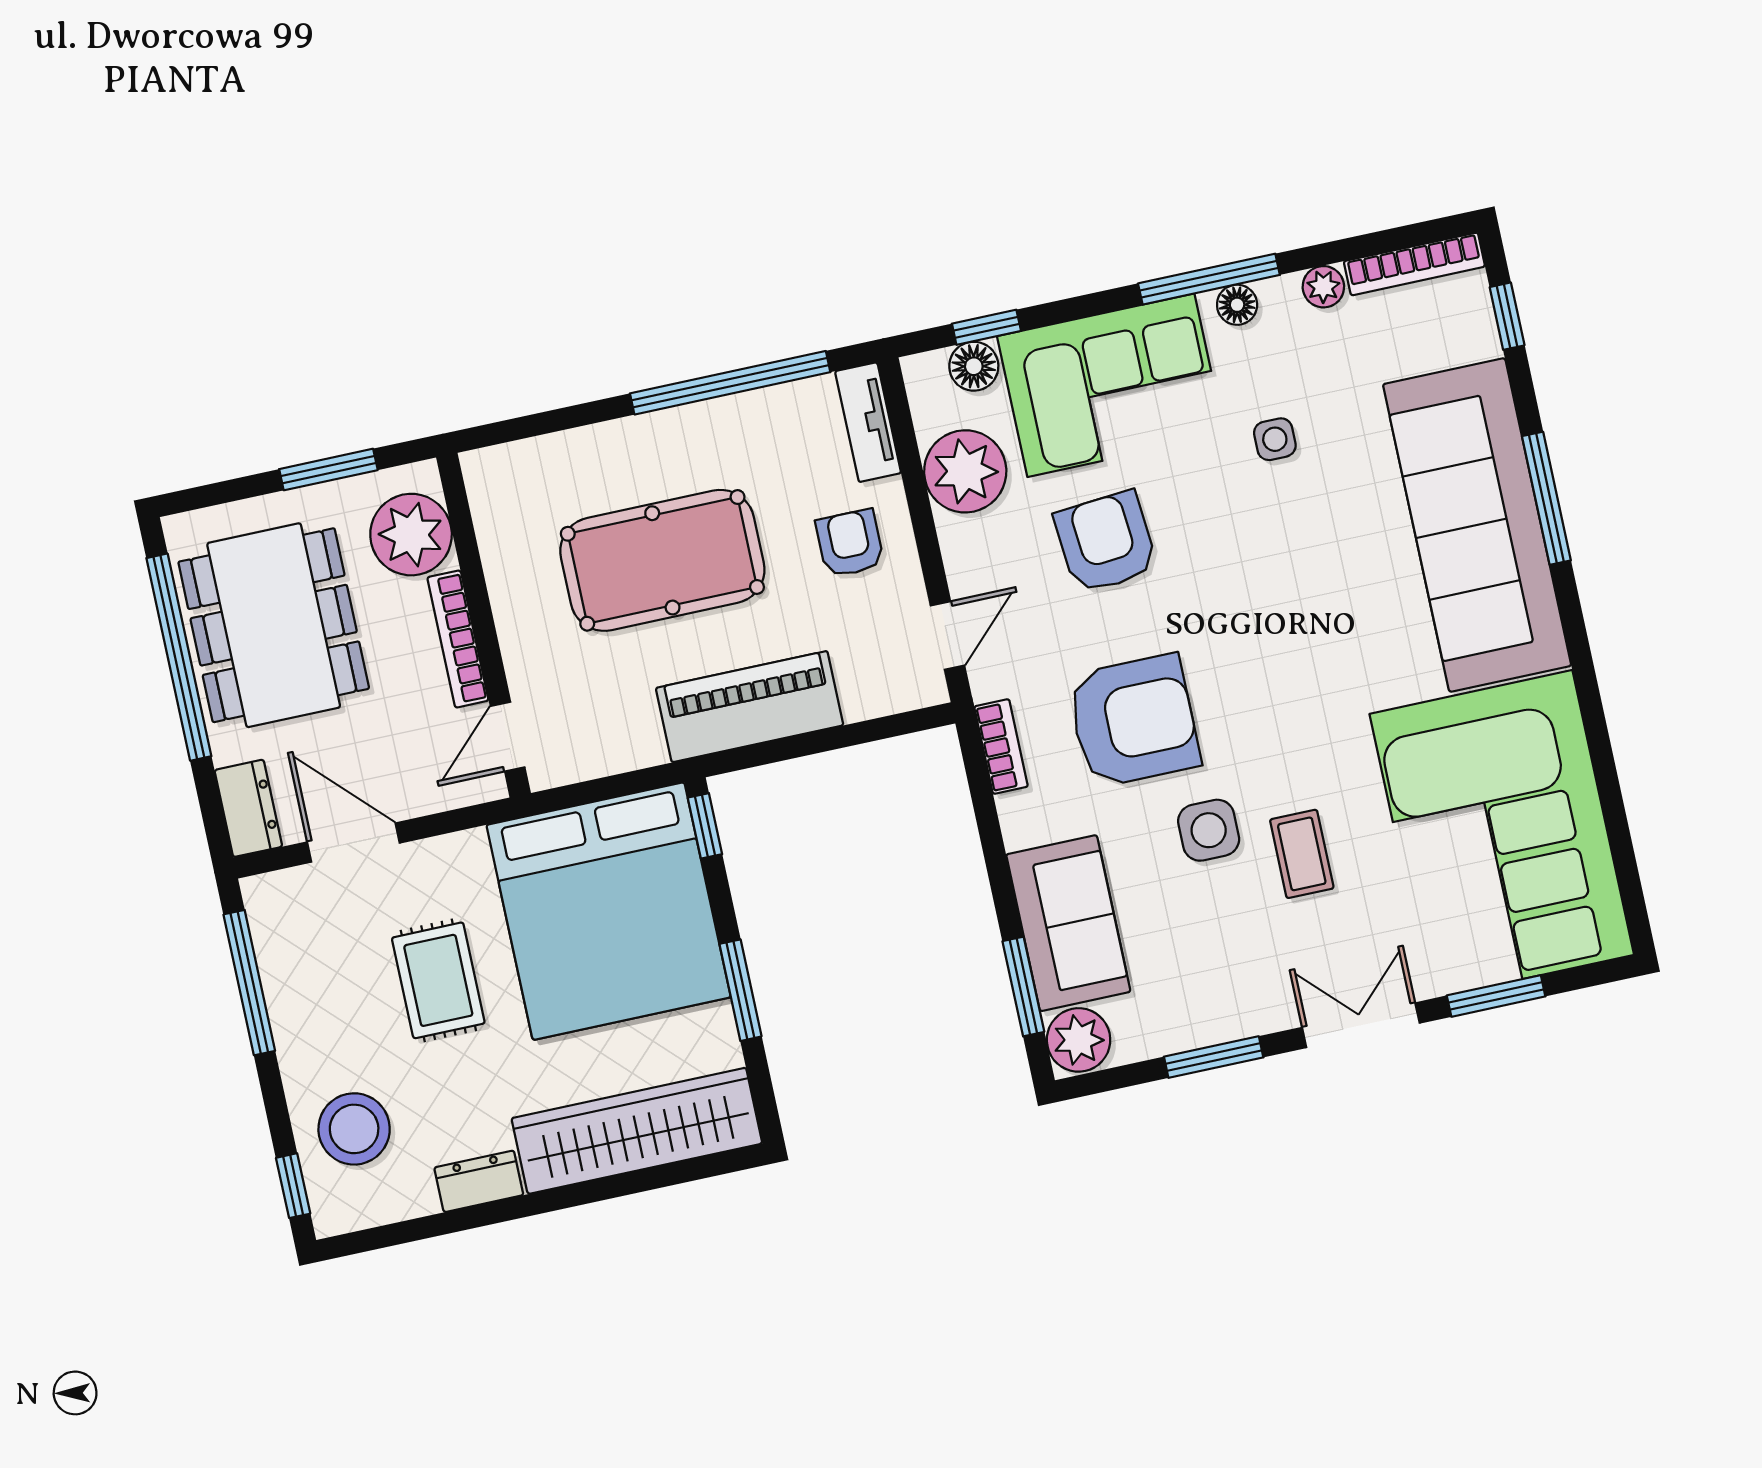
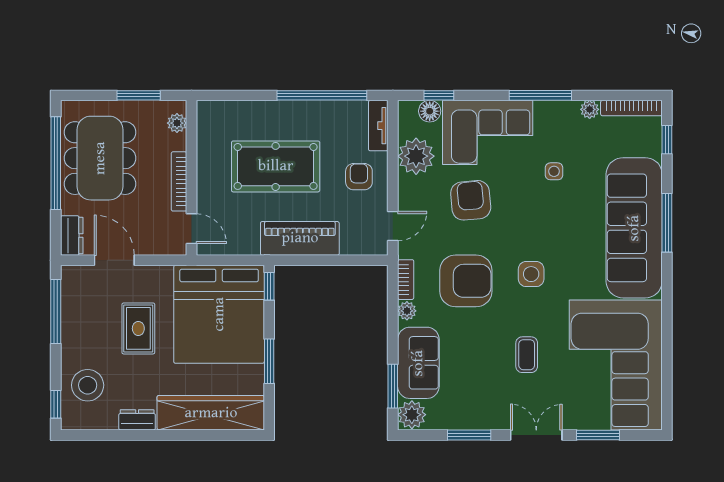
floor lamp: (1237, 305) -> (550, 109), removed
plant: (411, 535) -> (177, 123), width x0.53, depth x0.53
door: (508, 737) -> (192, 229), swing flipped
plant: (1019, 814) -> (407, 311), added
side table: (1209, 830) -> (531, 274), moved

